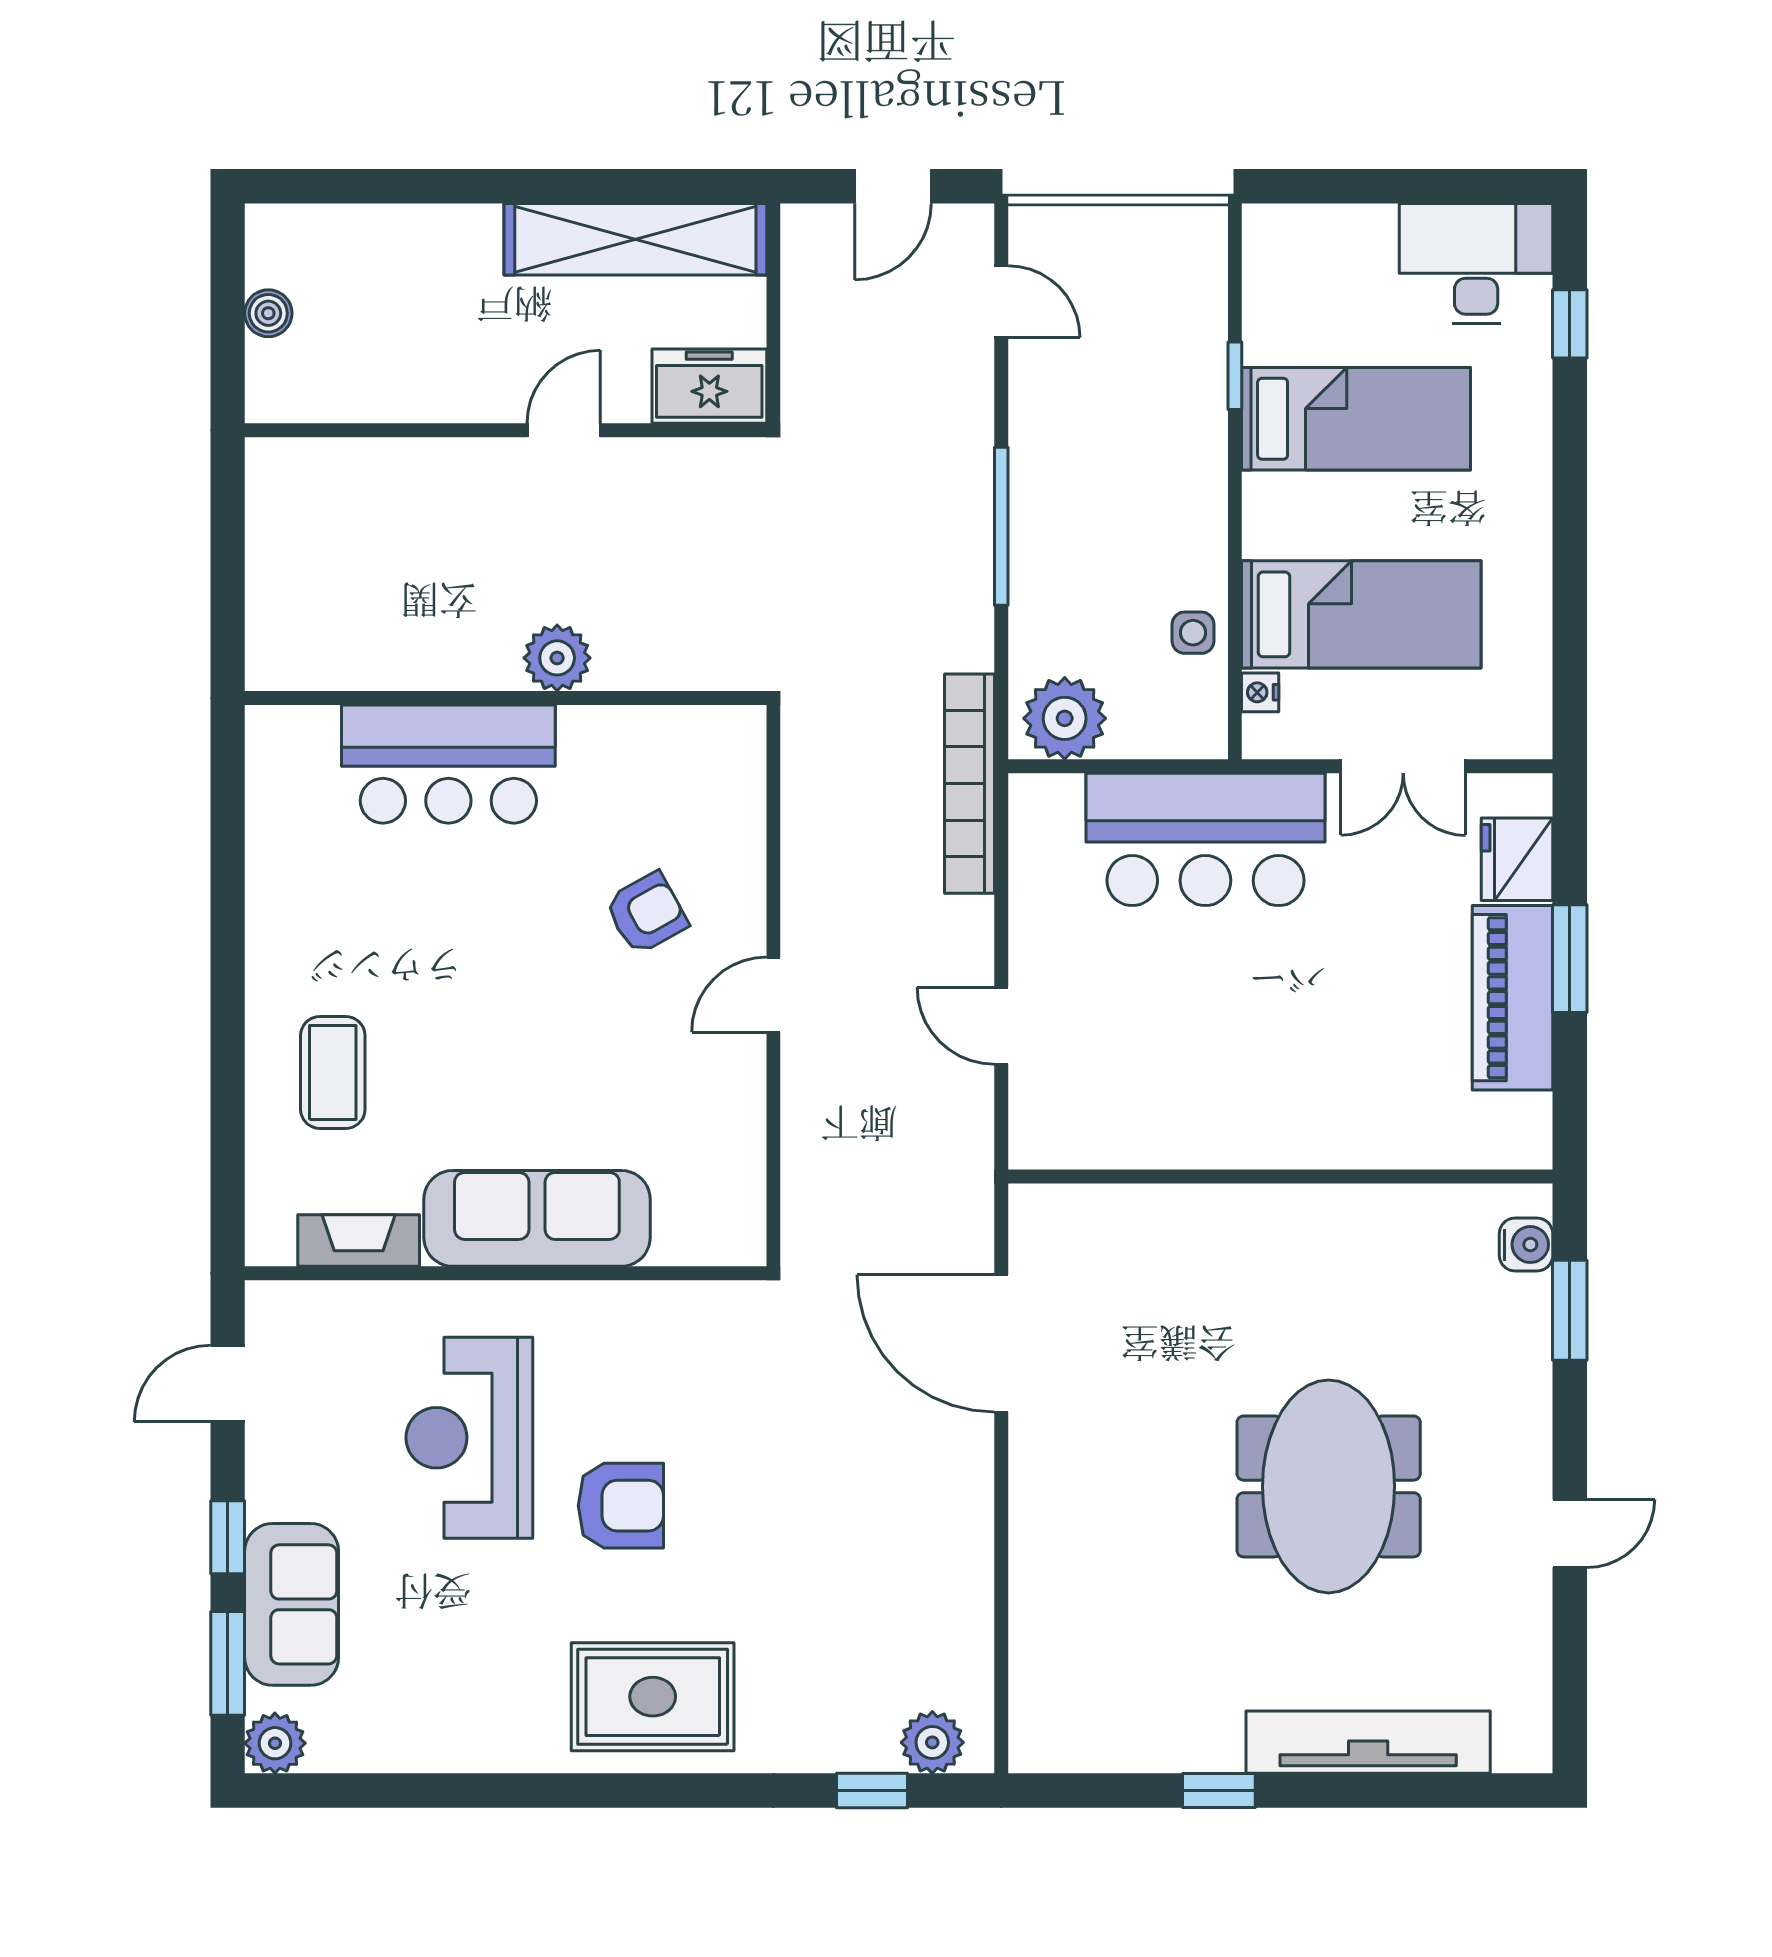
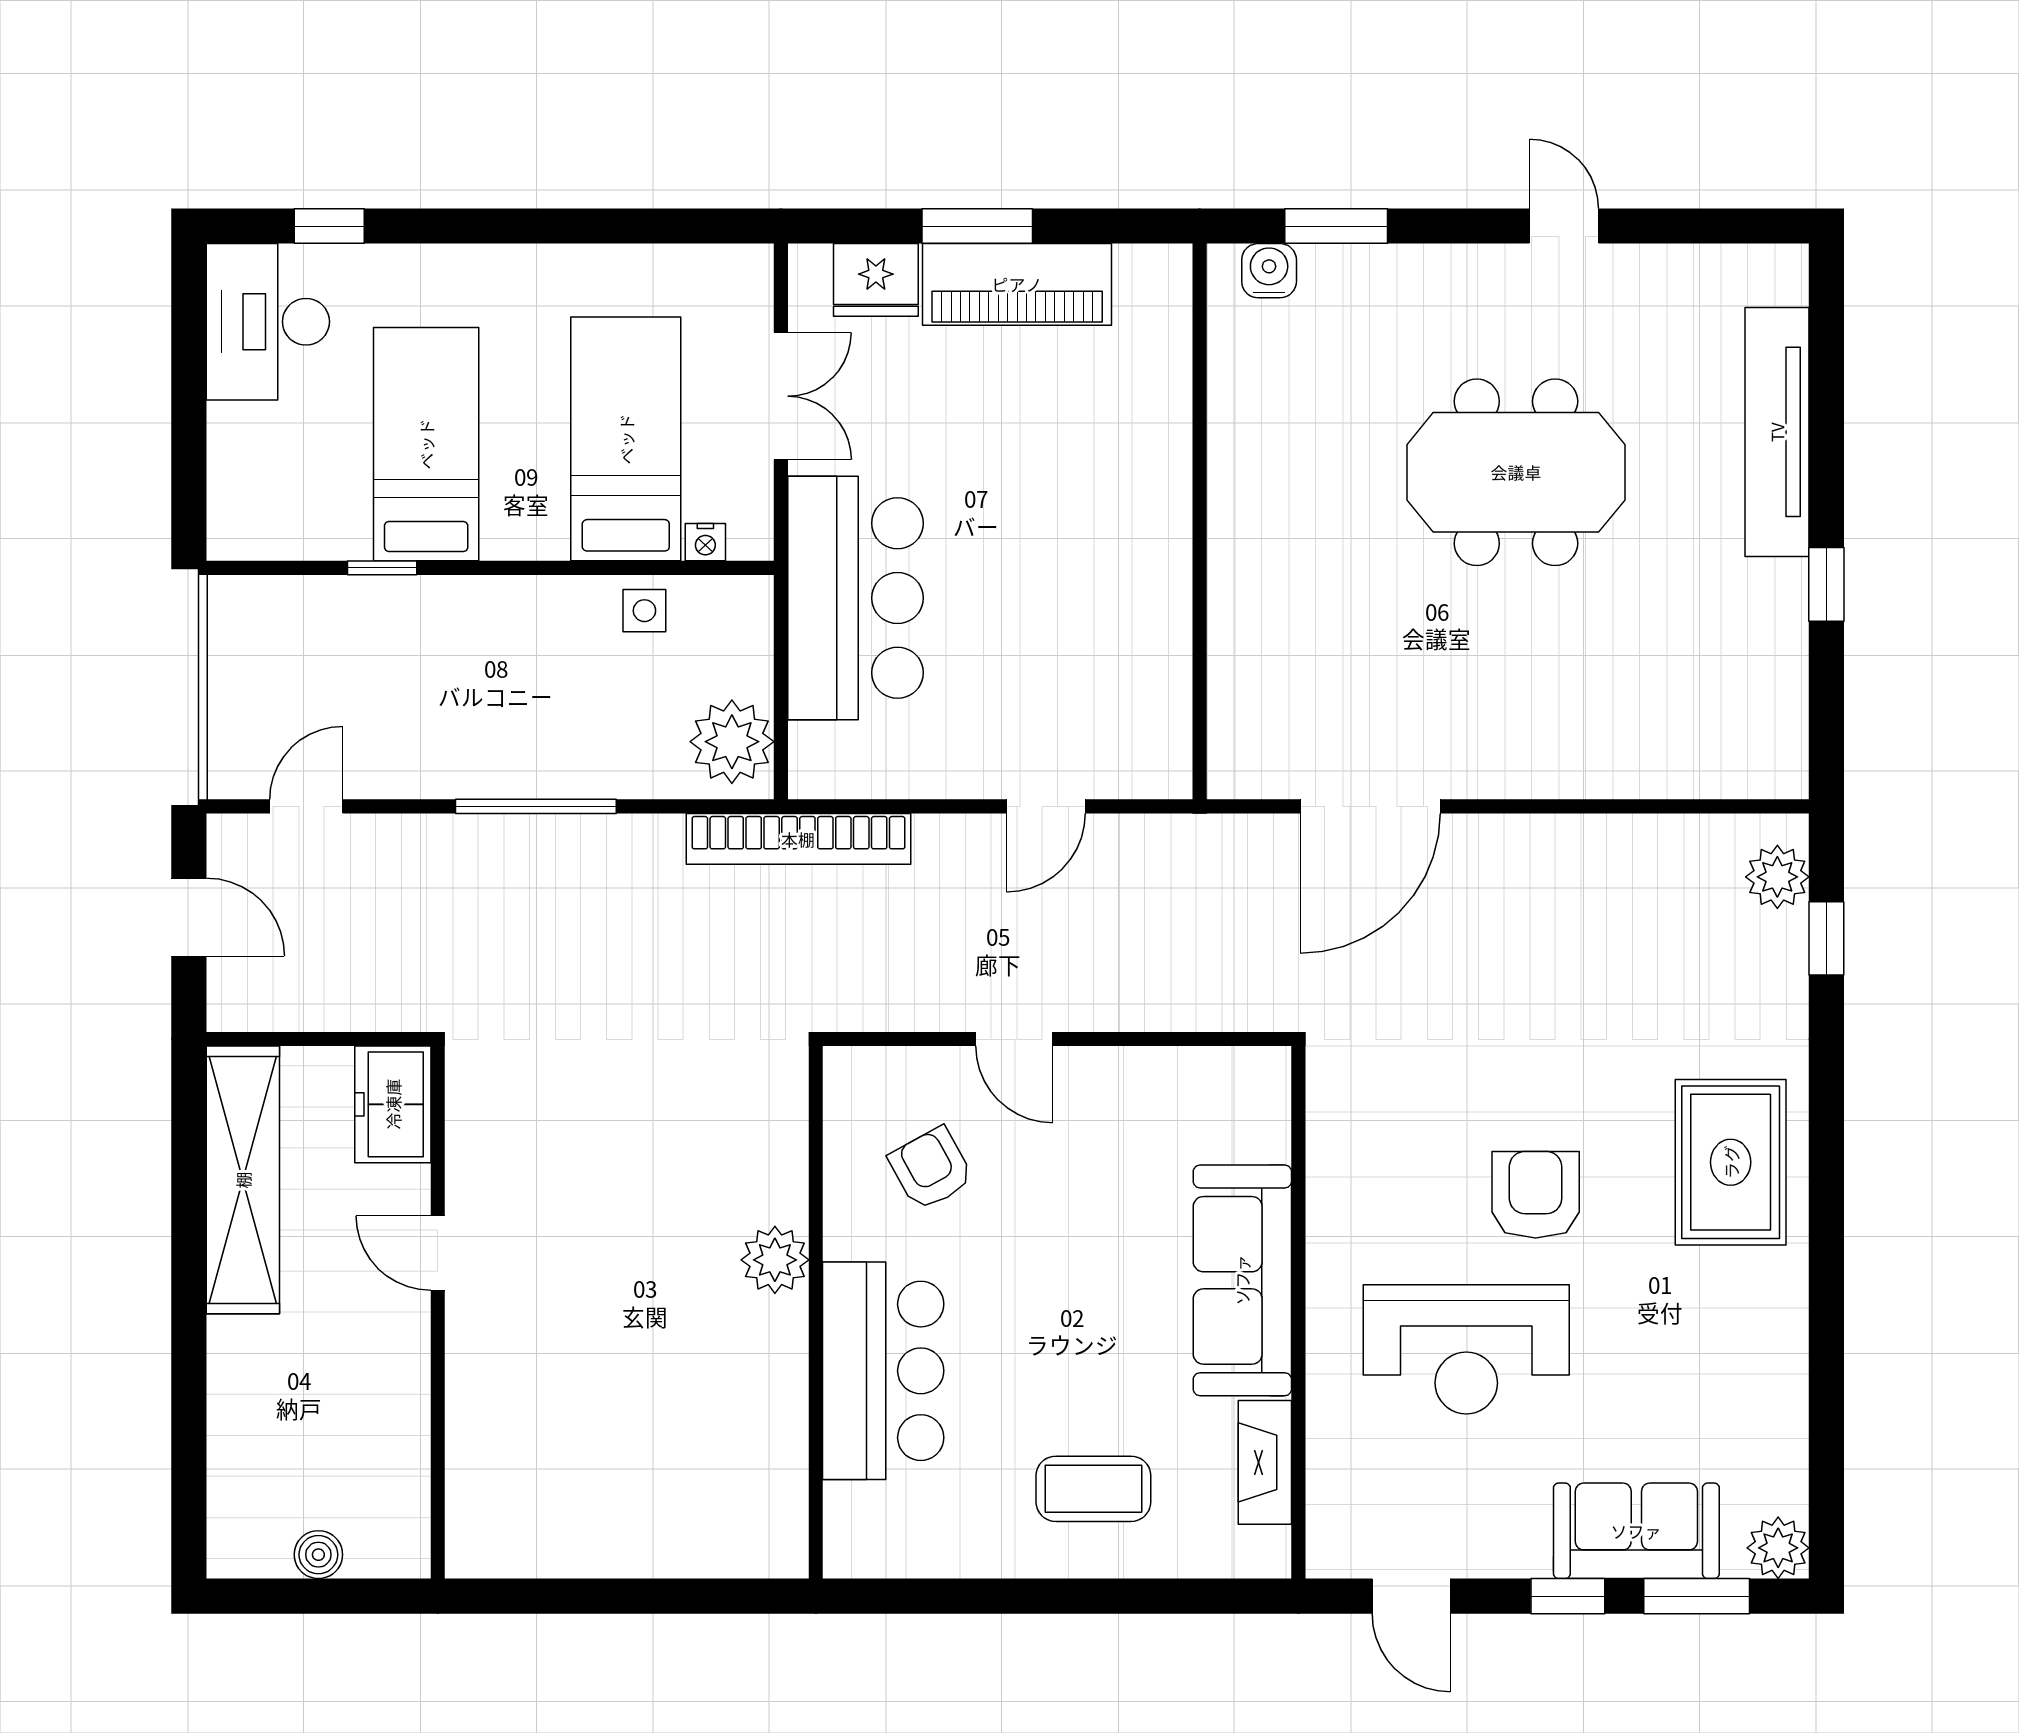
plant: (557, 658) -> (775, 1260), moved
wall: (506, 698) -> (816, 1312), moved
bar counter: (448, 764) -> (883, 1371), moved

